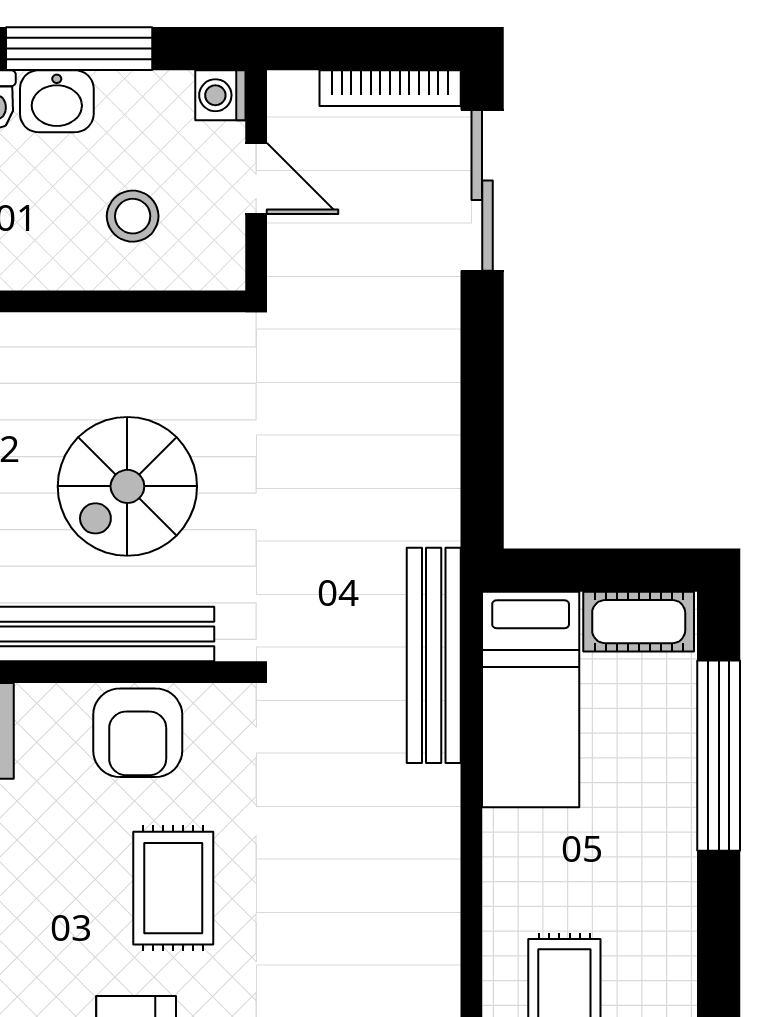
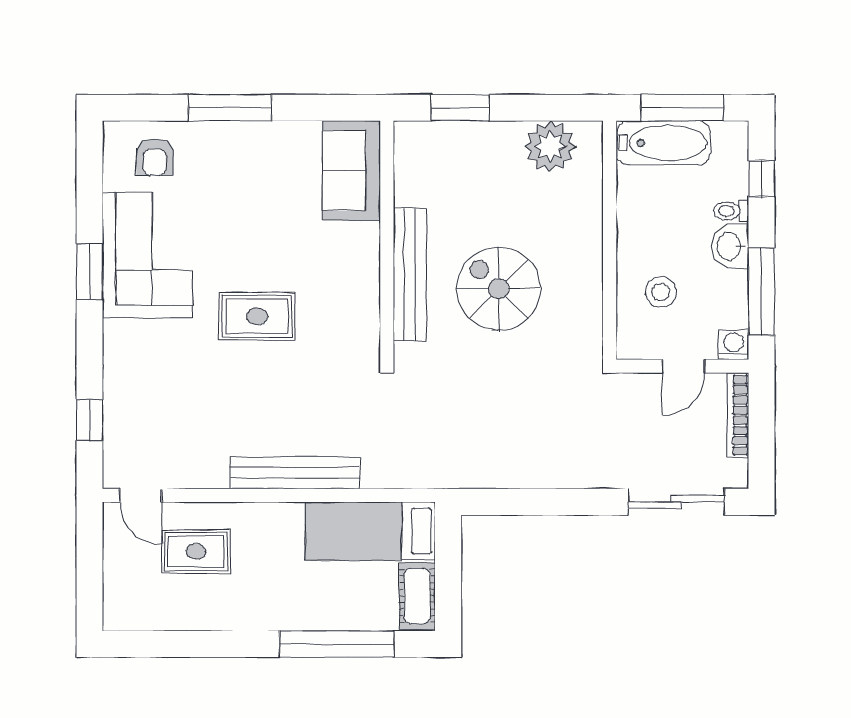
window: (79, 49) -> (762, 291), moved
bookcase: (390, 88) -> (738, 415), moved
bench: (434, 655) -> (295, 473), moved
armchair: (138, 733) -> (350, 295), removed

